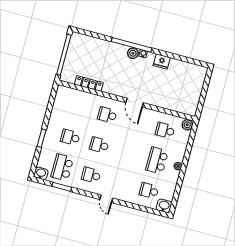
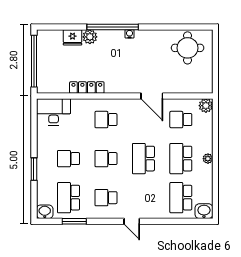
plant: (133, 53) -> (90, 37), moved
fridge: (162, 61) -> (73, 37), moved
round table: (185, 76) -> (188, 48), added
locker: (89, 83) -> (87, 88), moved
desk: (68, 98) -> (54, 112), added
door: (135, 103) -> (152, 96), moved
school desk: (128, 153) -> (143, 159), added
school desk: (149, 191) -> (181, 198), width x1.85

